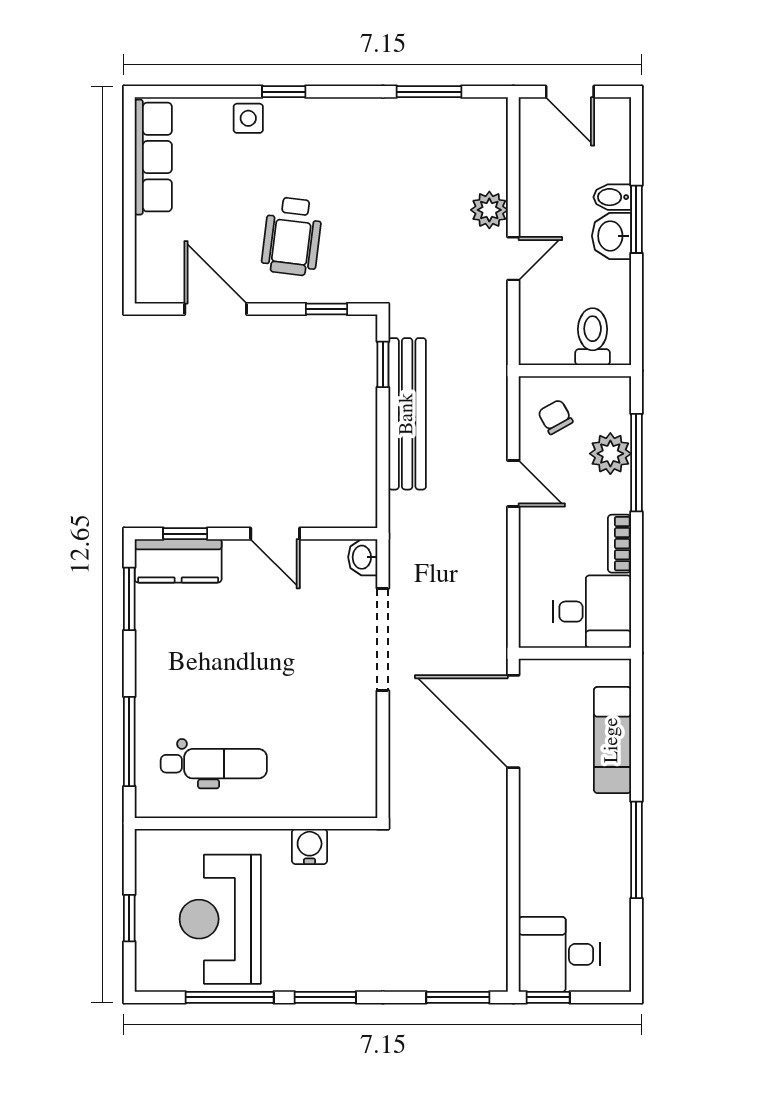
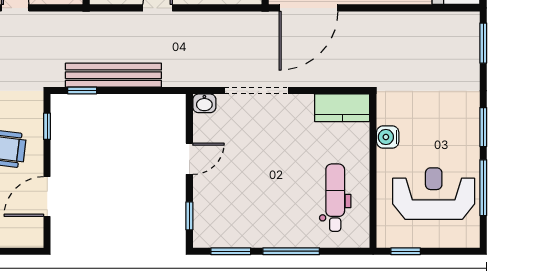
kitchen counter: (178, 561) -> (342, 108), moved, turned 90
window: (129, 741) -> (291, 251), moved
window: (129, 918) -> (406, 251), moved
reception desk: (220, 919) -> (434, 194), turned 180

